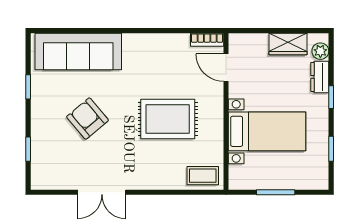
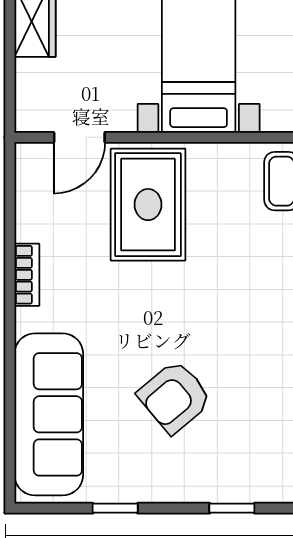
bookcase: (207, 40) -> (27, 275), moved
rug: (168, 119) -> (148, 205), moved

